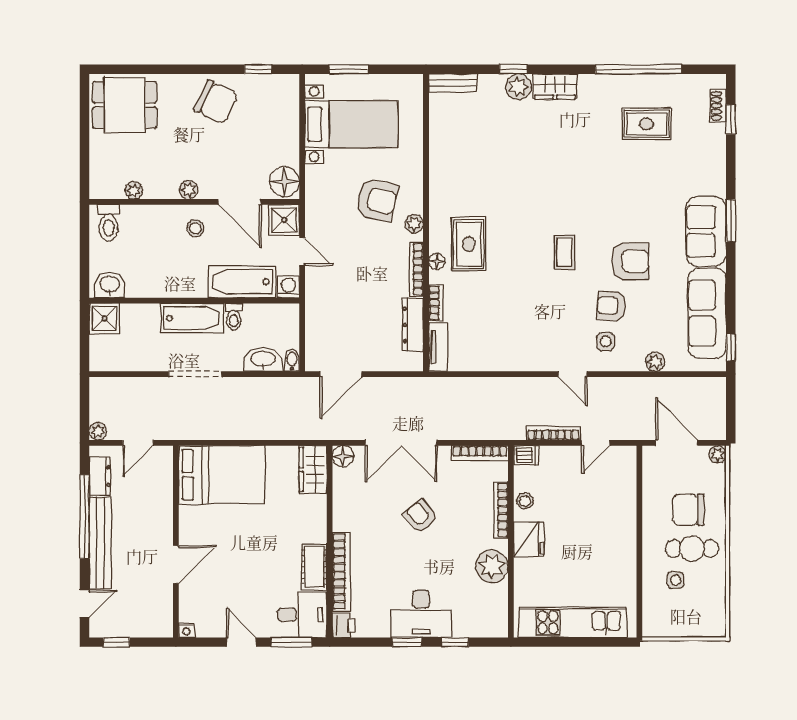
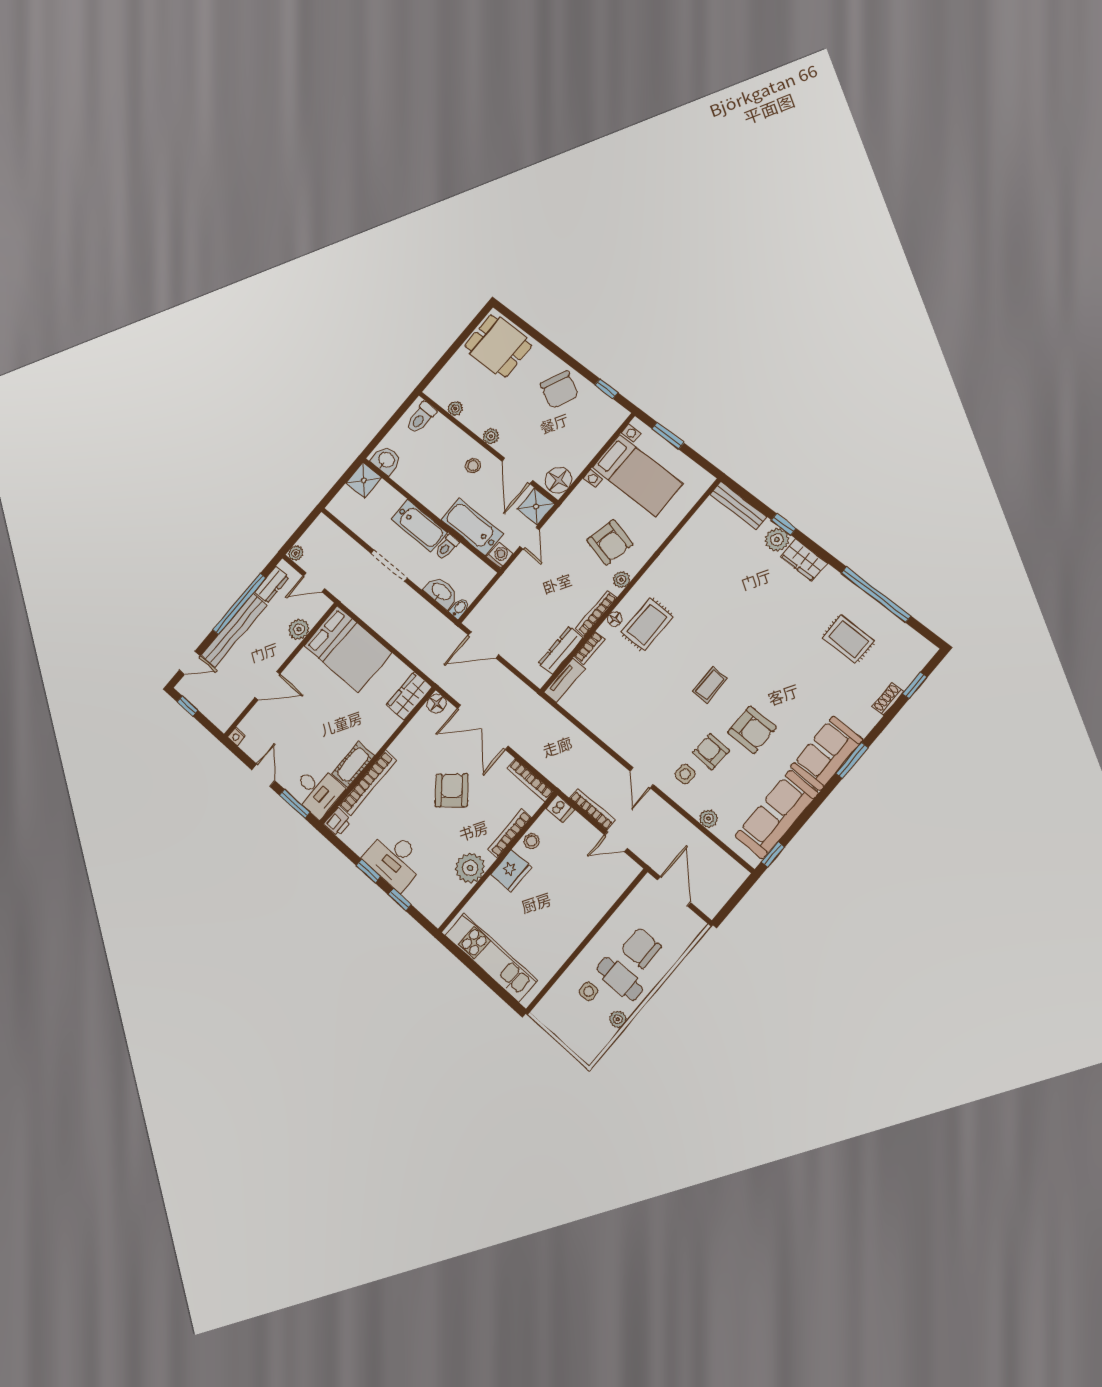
bench: (453, 83) -> (738, 506), width x1.36
shoe rack: (718, 106) -> (888, 699), moved
plant: (718, 454) -> (618, 1019), moved
plant: (161, 494) -> (299, 629), added
armchair: (420, 517) -> (452, 790), width x1.38, depth x1.38

